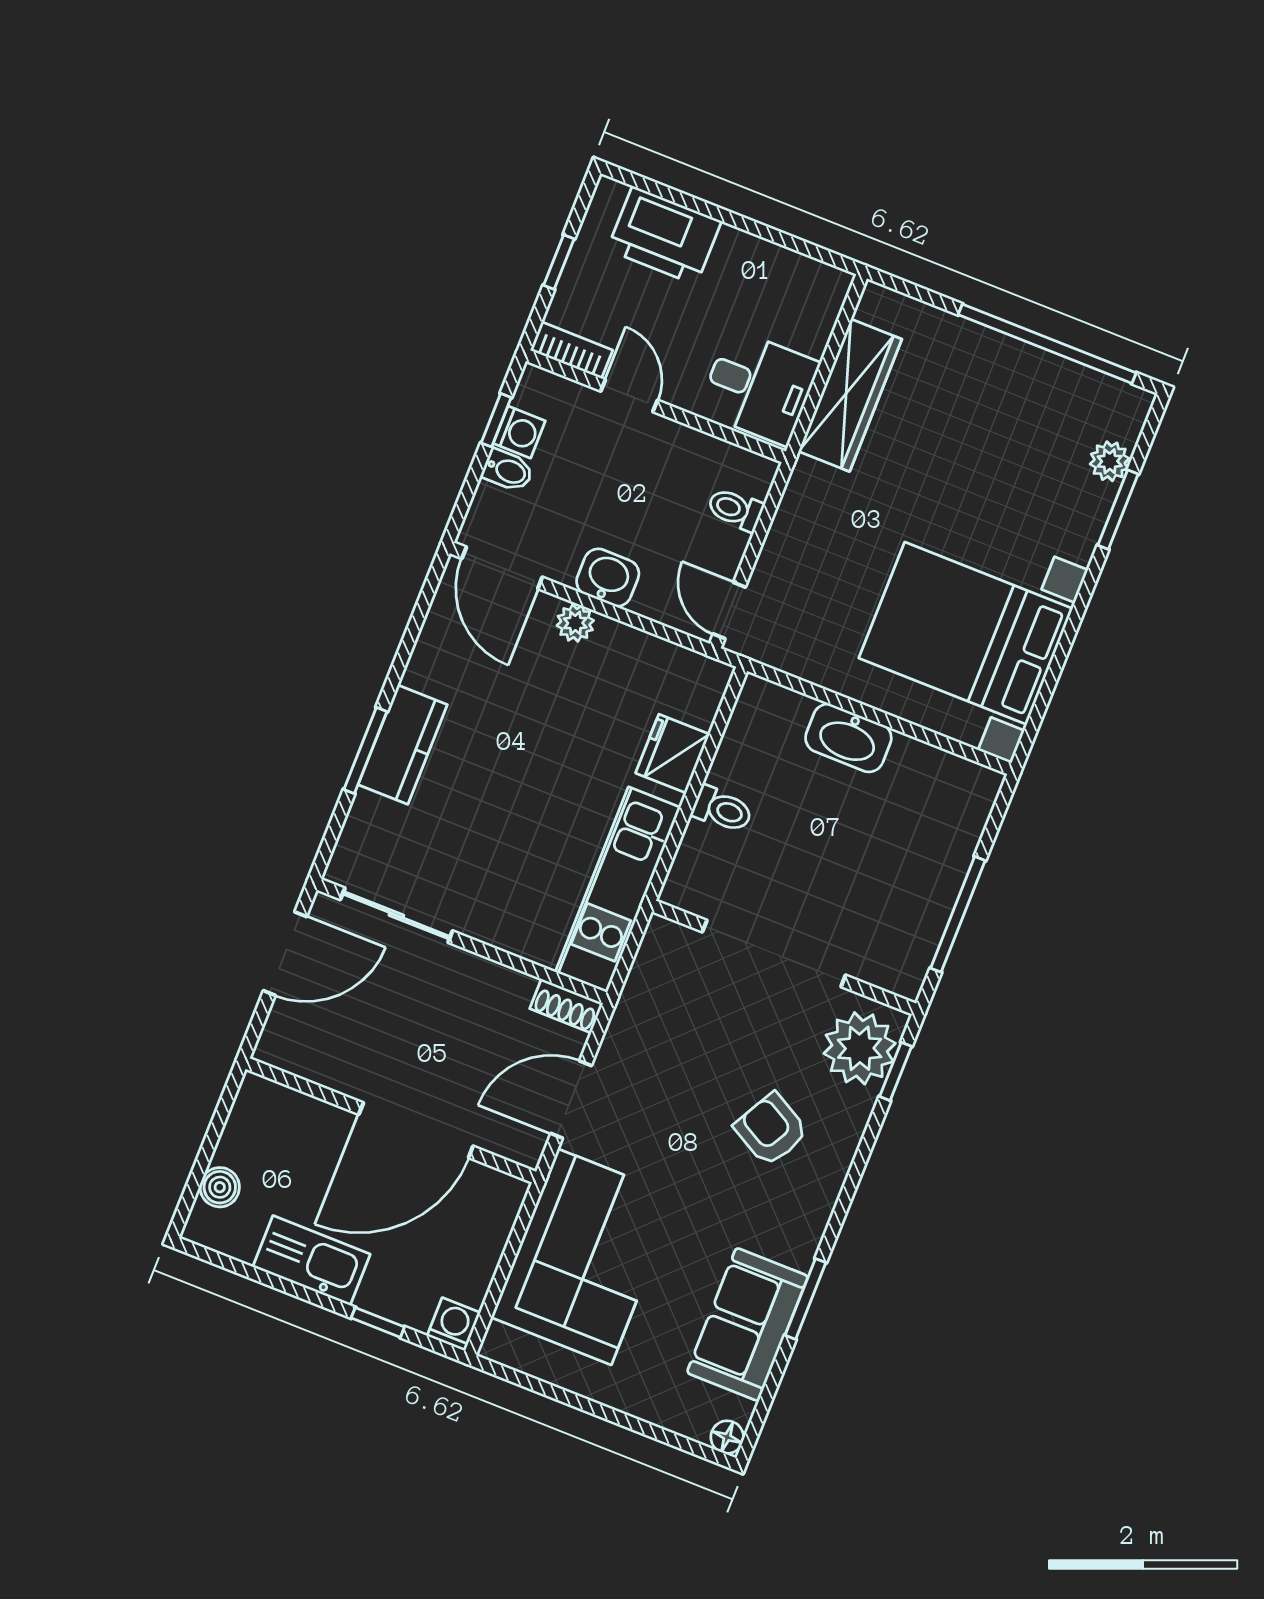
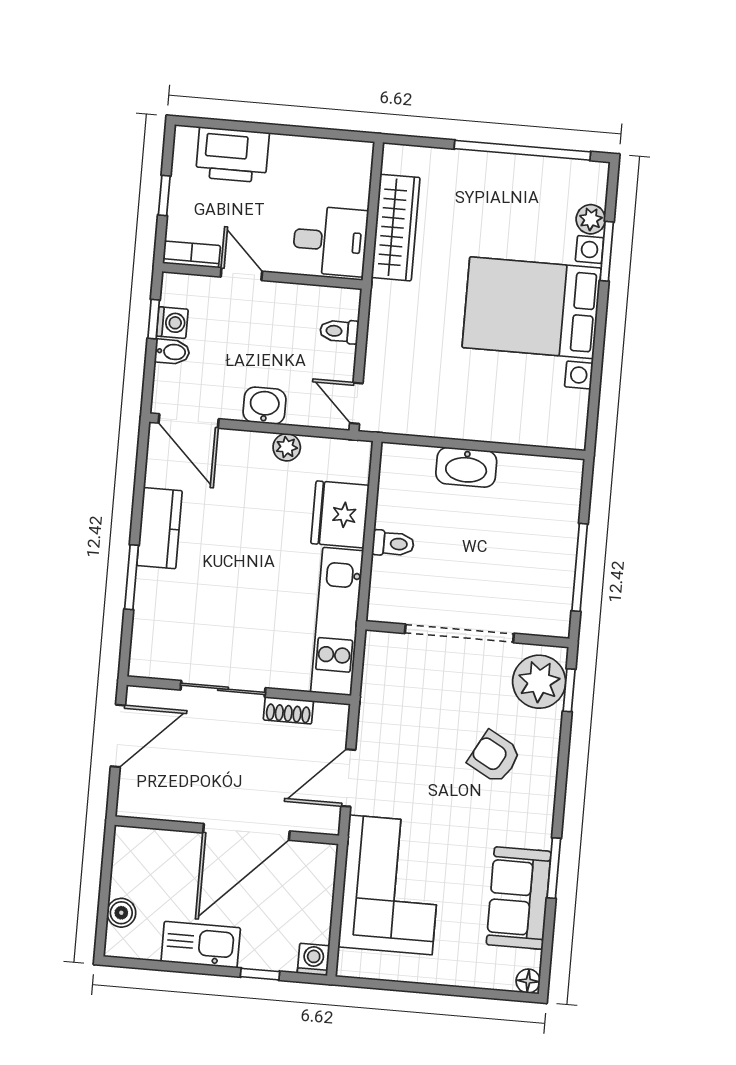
plant: (575, 623) -> (287, 447), moved
bed with nightstands: (966, 633) -> (532, 308), moved
kitchen counter: (403, 745) -> (160, 528), moved
fridge: (673, 754) -> (340, 514), width x1.36, depth x1.34
sliding door: (396, 915) -> (223, 689), moved
shoe rack: (566, 1006) -> (288, 710), moved

